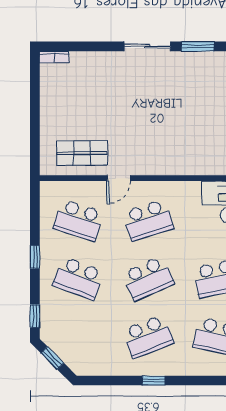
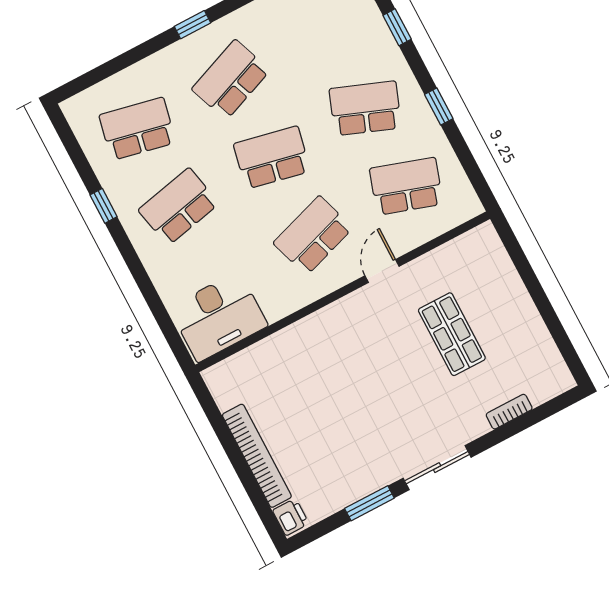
bookcase: (54, 57) -> (509, 412), moved
shop shelf: (82, 153) -> (452, 334), moved, turned 90
school desk: (148, 278) -> (272, 158), turned 36

